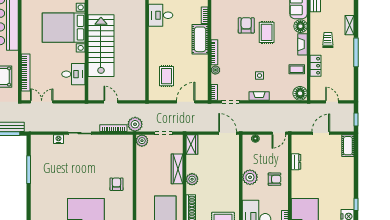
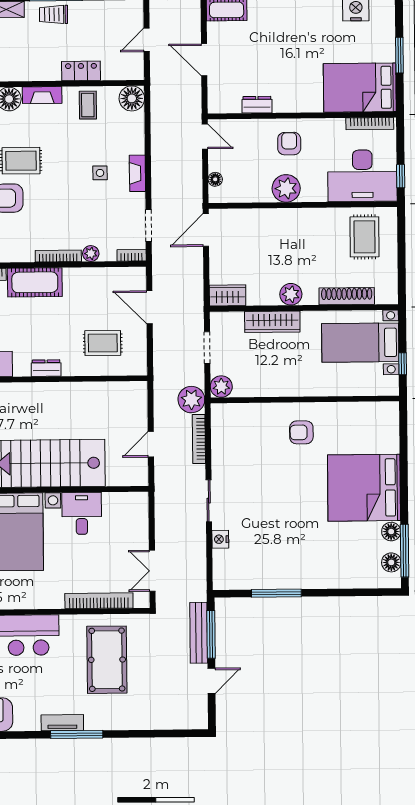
trolley: (328, 40) -> (54, 14), moved
dresser: (153, 45) -> (46, 368), added
desk: (73, 74) -> (82, 513), moved

